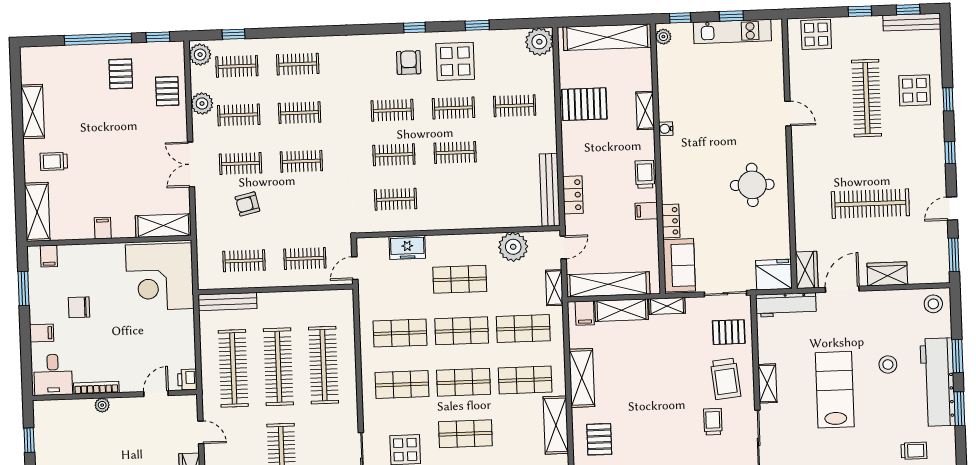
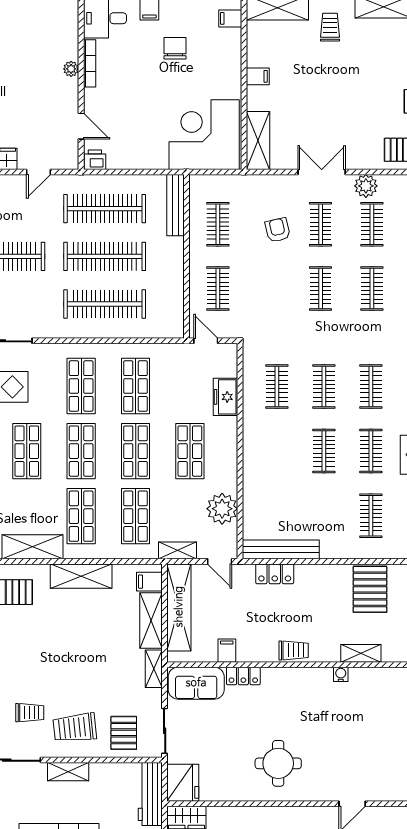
plant: (202, 104) -> (366, 186), moved
filing cabinet: (646, 211) -> (227, 651), moved

